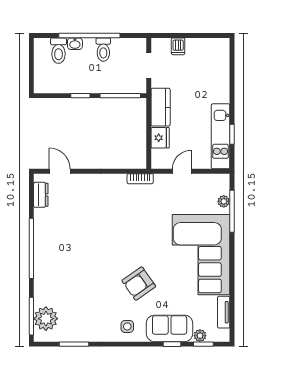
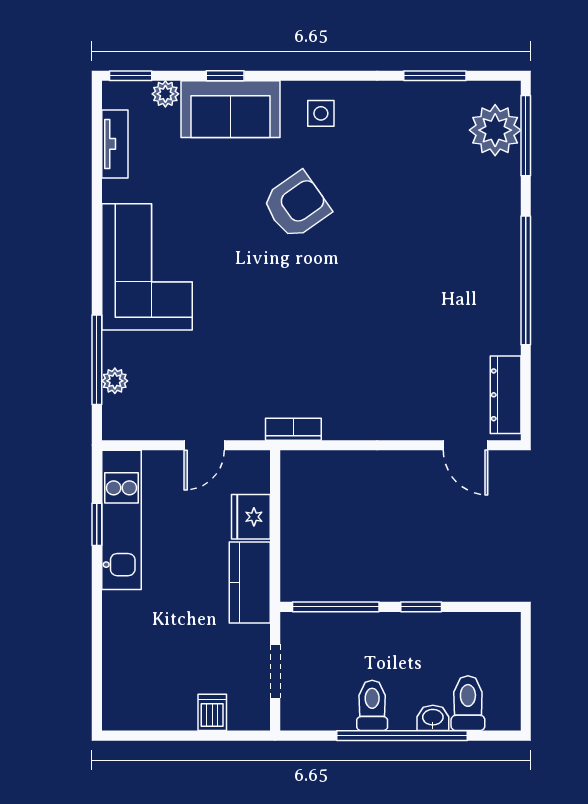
dresser: (41, 195) -> (506, 395), width x1.44
corner sofa: (201, 255) -> (147, 267), width x0.73, depth x0.74
window: (203, 344) -> (131, 76), moved

